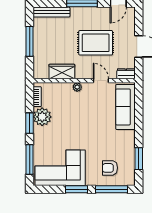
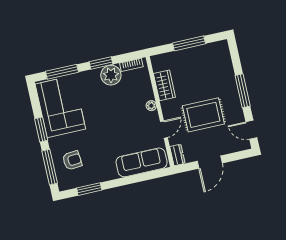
bench: (51, 12) -> (226, 60), removed
rug: (96, 43) -> (203, 115), turned 90
armchair: (110, 168) -> (72, 160), turned 85

